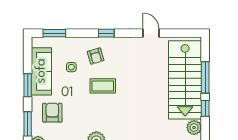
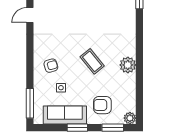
window: (54, 33) -> (30, 103), width x1.44
window: (106, 33) -> (30, 56), removed
coffee table: (103, 86) -> (92, 61), moved, turned -39

